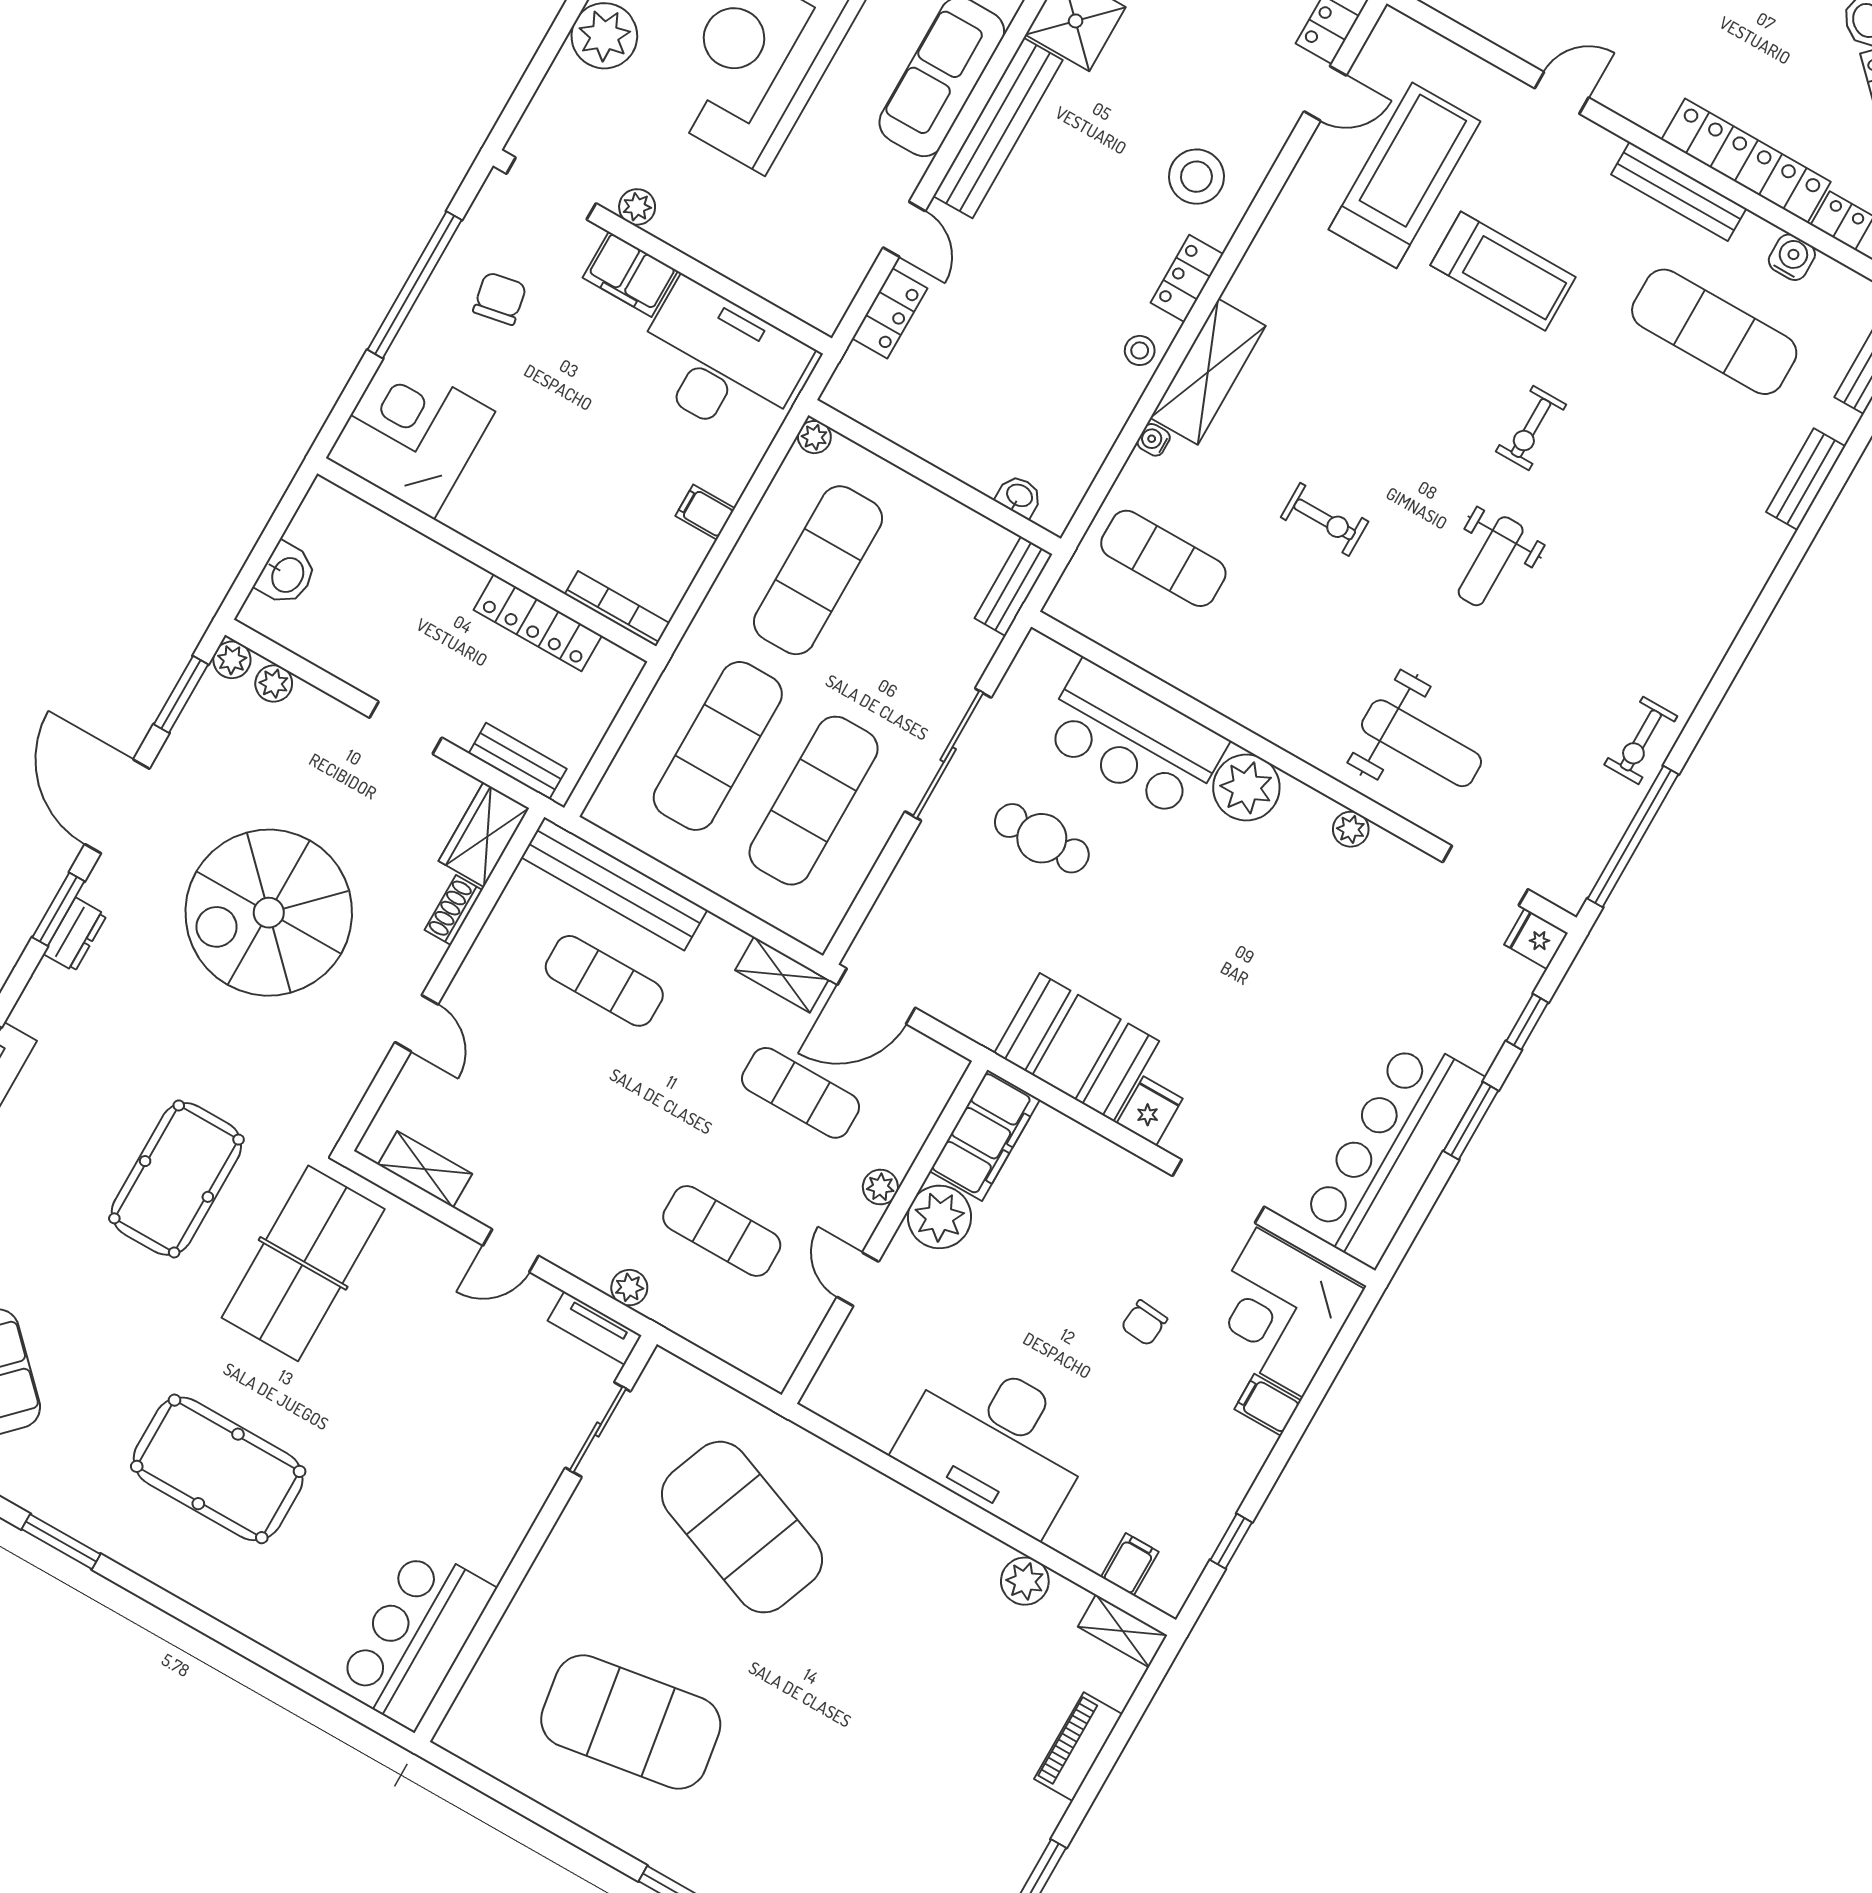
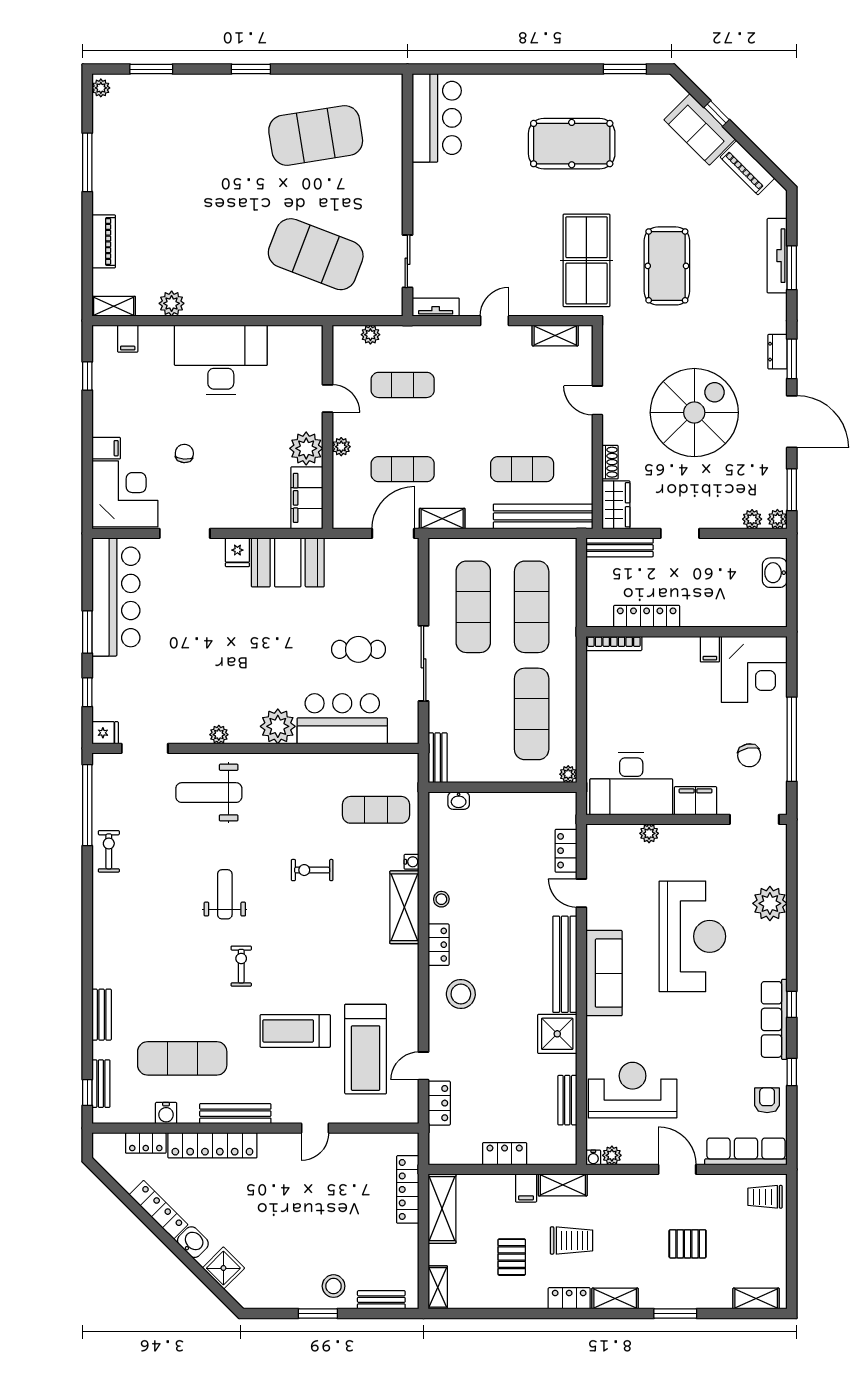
plant: (637, 207) -> (649, 833), moved
filing cabinet: (705, 512) -> (710, 649), moved, turned 90
bench: (518, 761) -> (620, 547), width x1.36
plant: (629, 1288) -> (370, 335), moved

